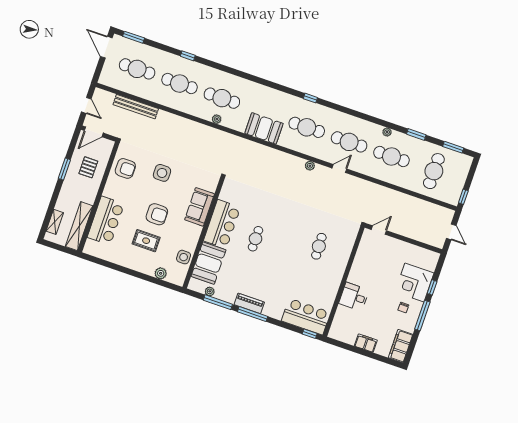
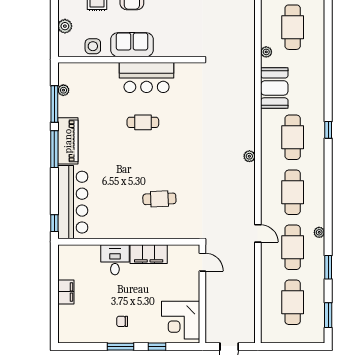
plant: (217, 119) -> (266, 52), moved
door: (339, 168) -> (258, 233), moved
cafe table: (434, 171) -> (293, 302), turned 90
window: (463, 197) -> (275, 347), removed
sofa: (200, 207) -> (132, 45), moved
booth: (208, 263) -> (96, 78), removed
corner desk: (414, 282) -> (181, 320), moved, turned -90
piano: (249, 303) -> (68, 141), width x1.37, depth x1.33
window: (422, 316) -> (120, 347), width x0.69
bar counter: (306, 317) -> (73, 202), width x1.36
filing cabinet: (401, 346) -> (149, 254), moved, turned 180

